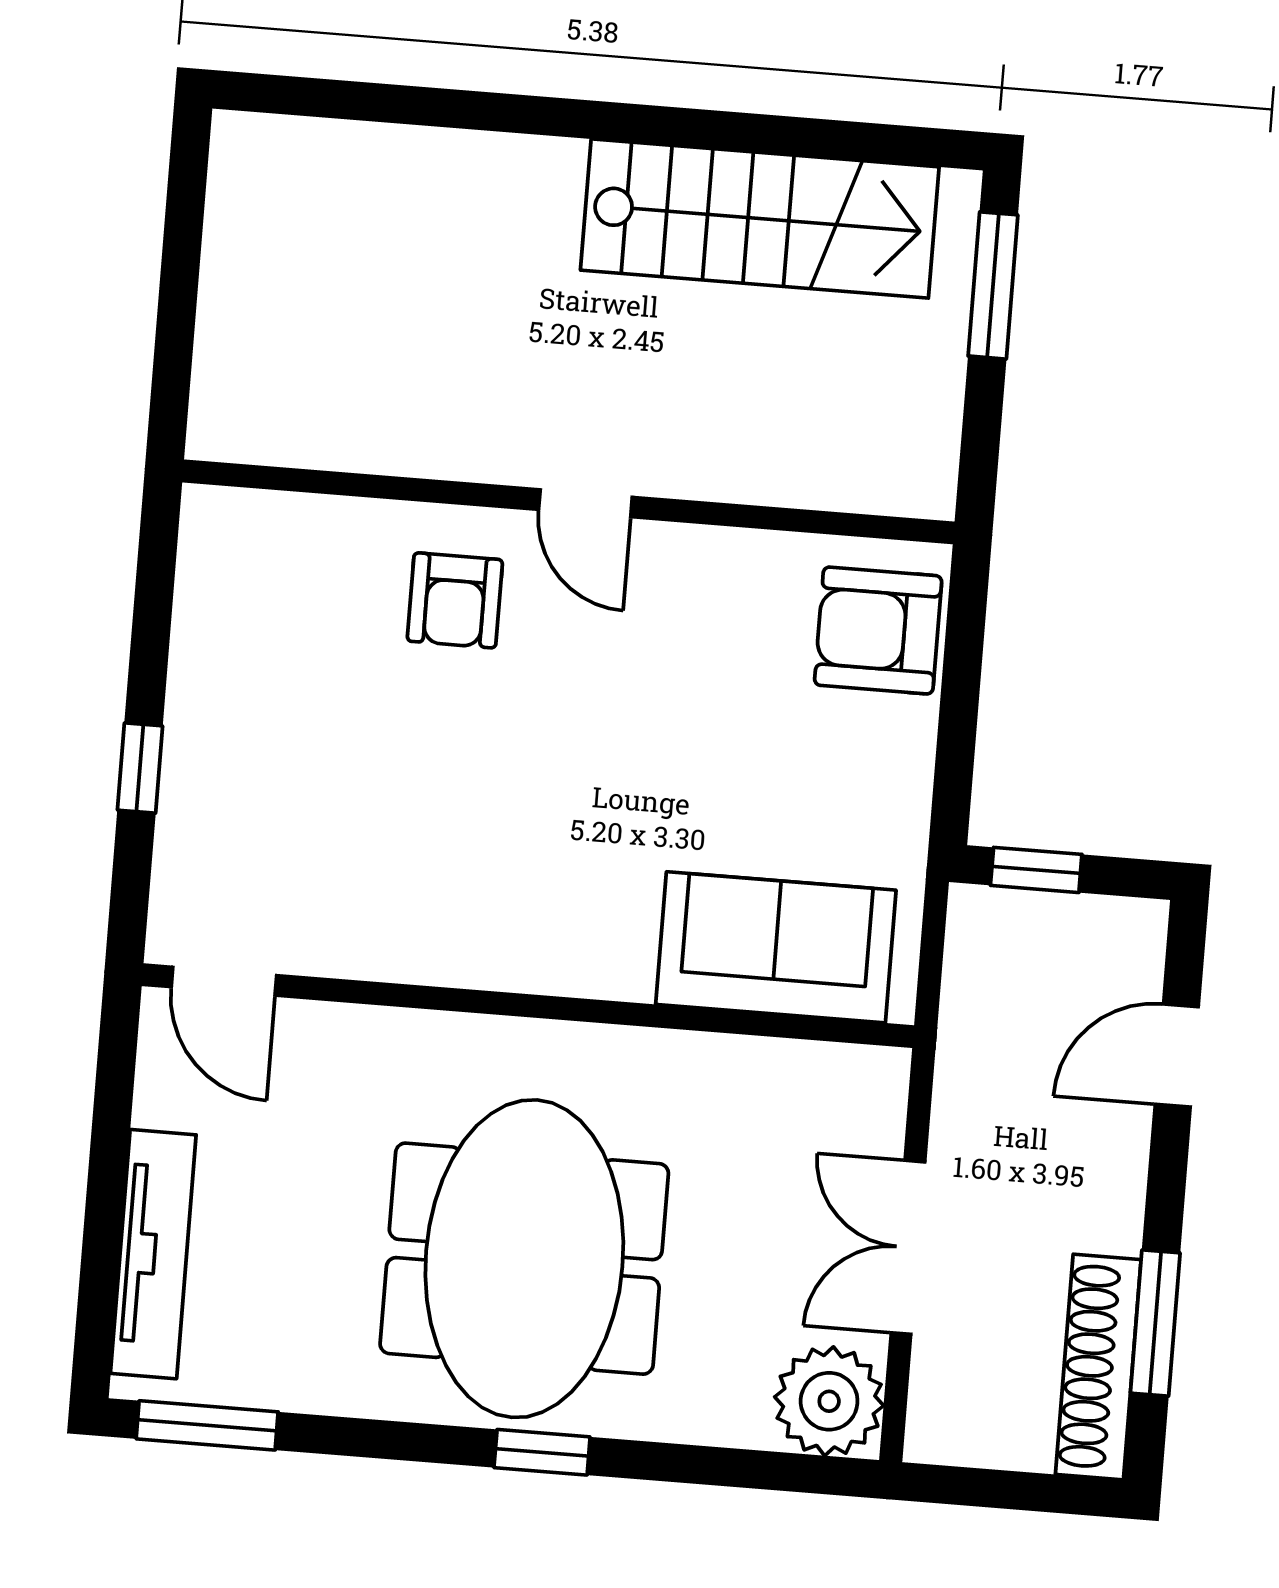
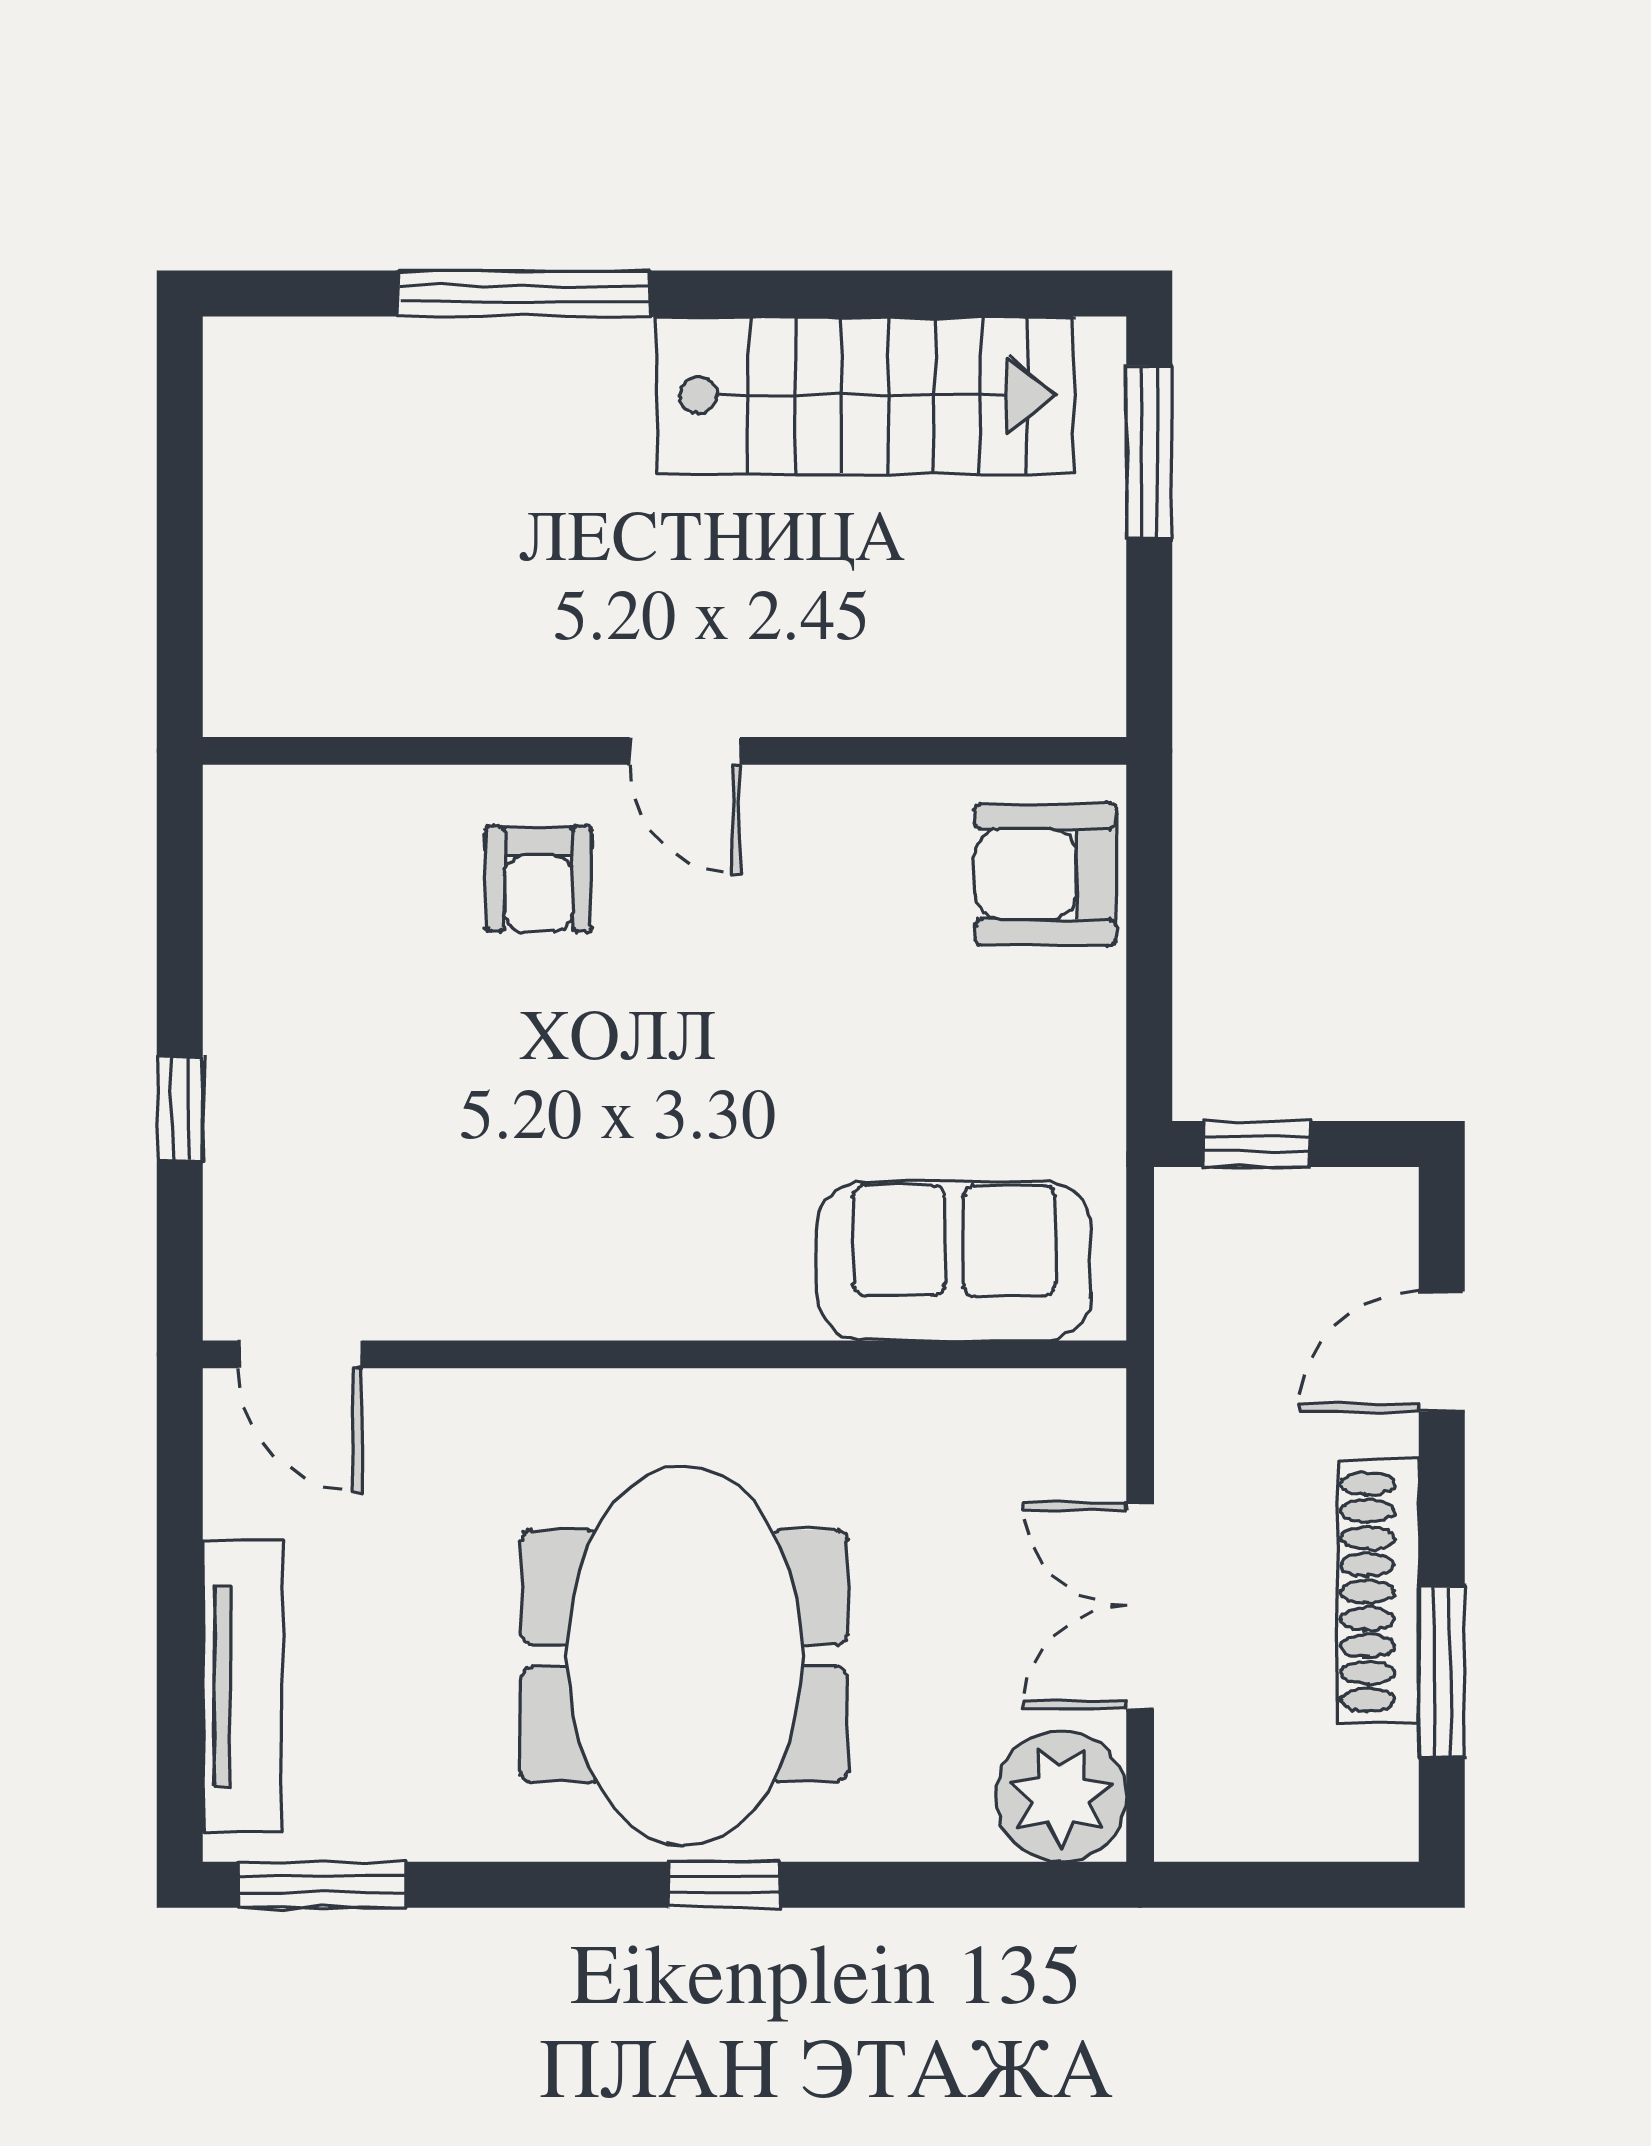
window: (482, 111) -> (524, 294), added
shoe rack: (1098, 1367) -> (1378, 1592), moved

